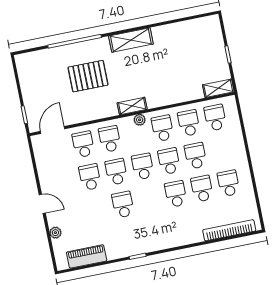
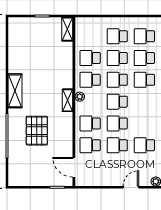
school desk: (215, 118) -> (117, 36), moved
school desk: (123, 205) -> (144, 145), moved

